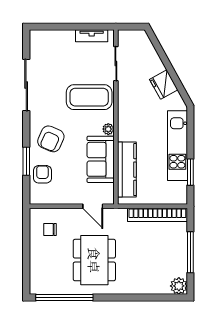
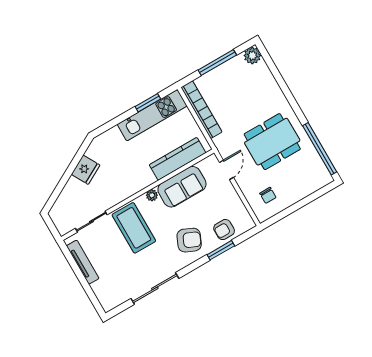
tv unit: (92, 36) -> (83, 262), width x1.41
kitchen unit: (177, 146) -> (152, 115), moved

